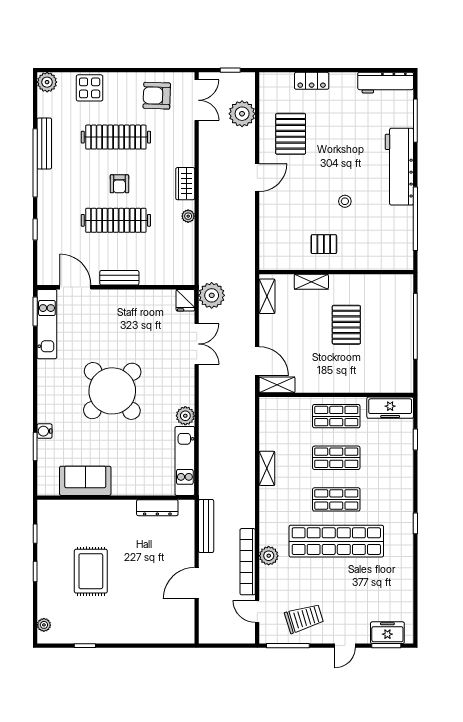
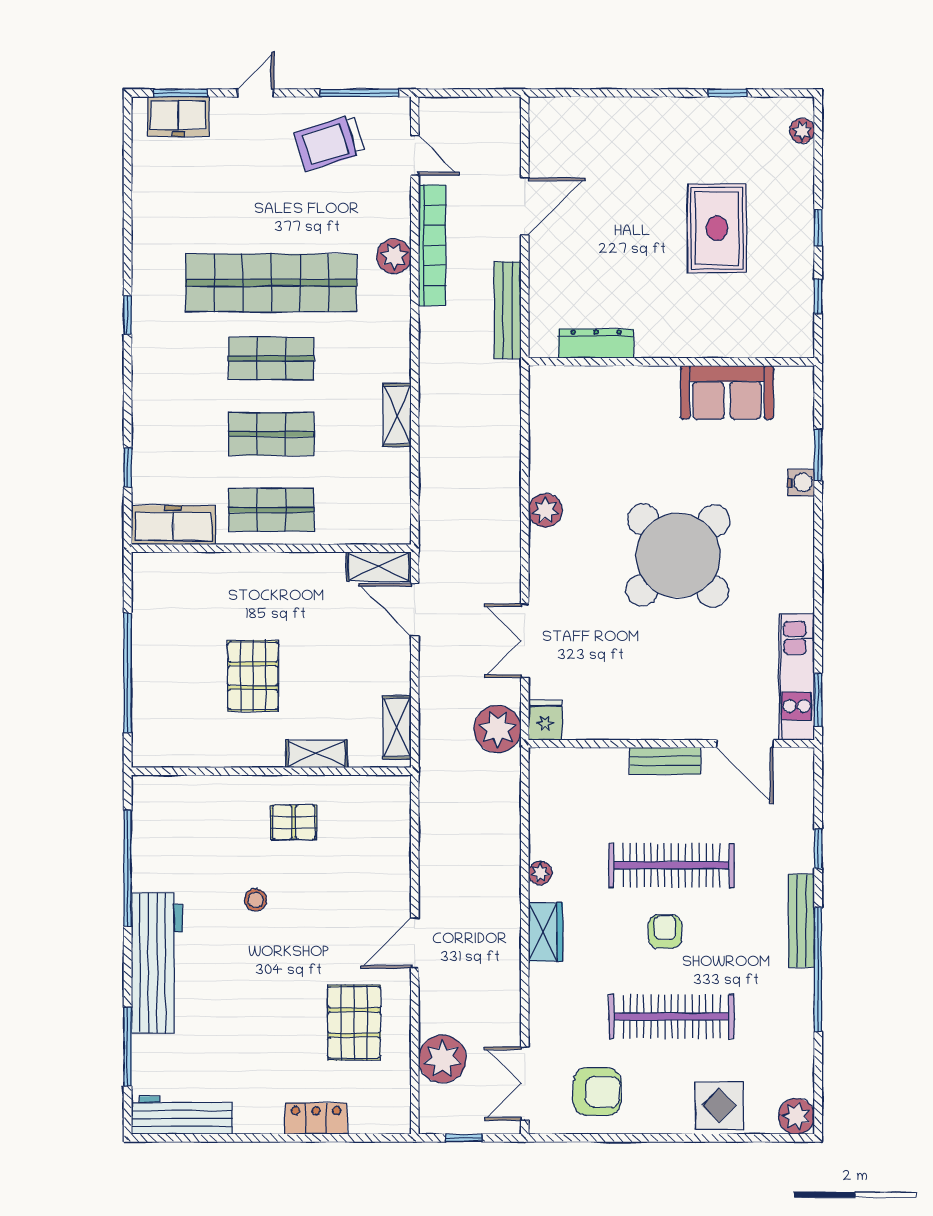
bench: (44, 143) -> (801, 921), moved
kitchen unit: (185, 461) -> (546, 428), removed

